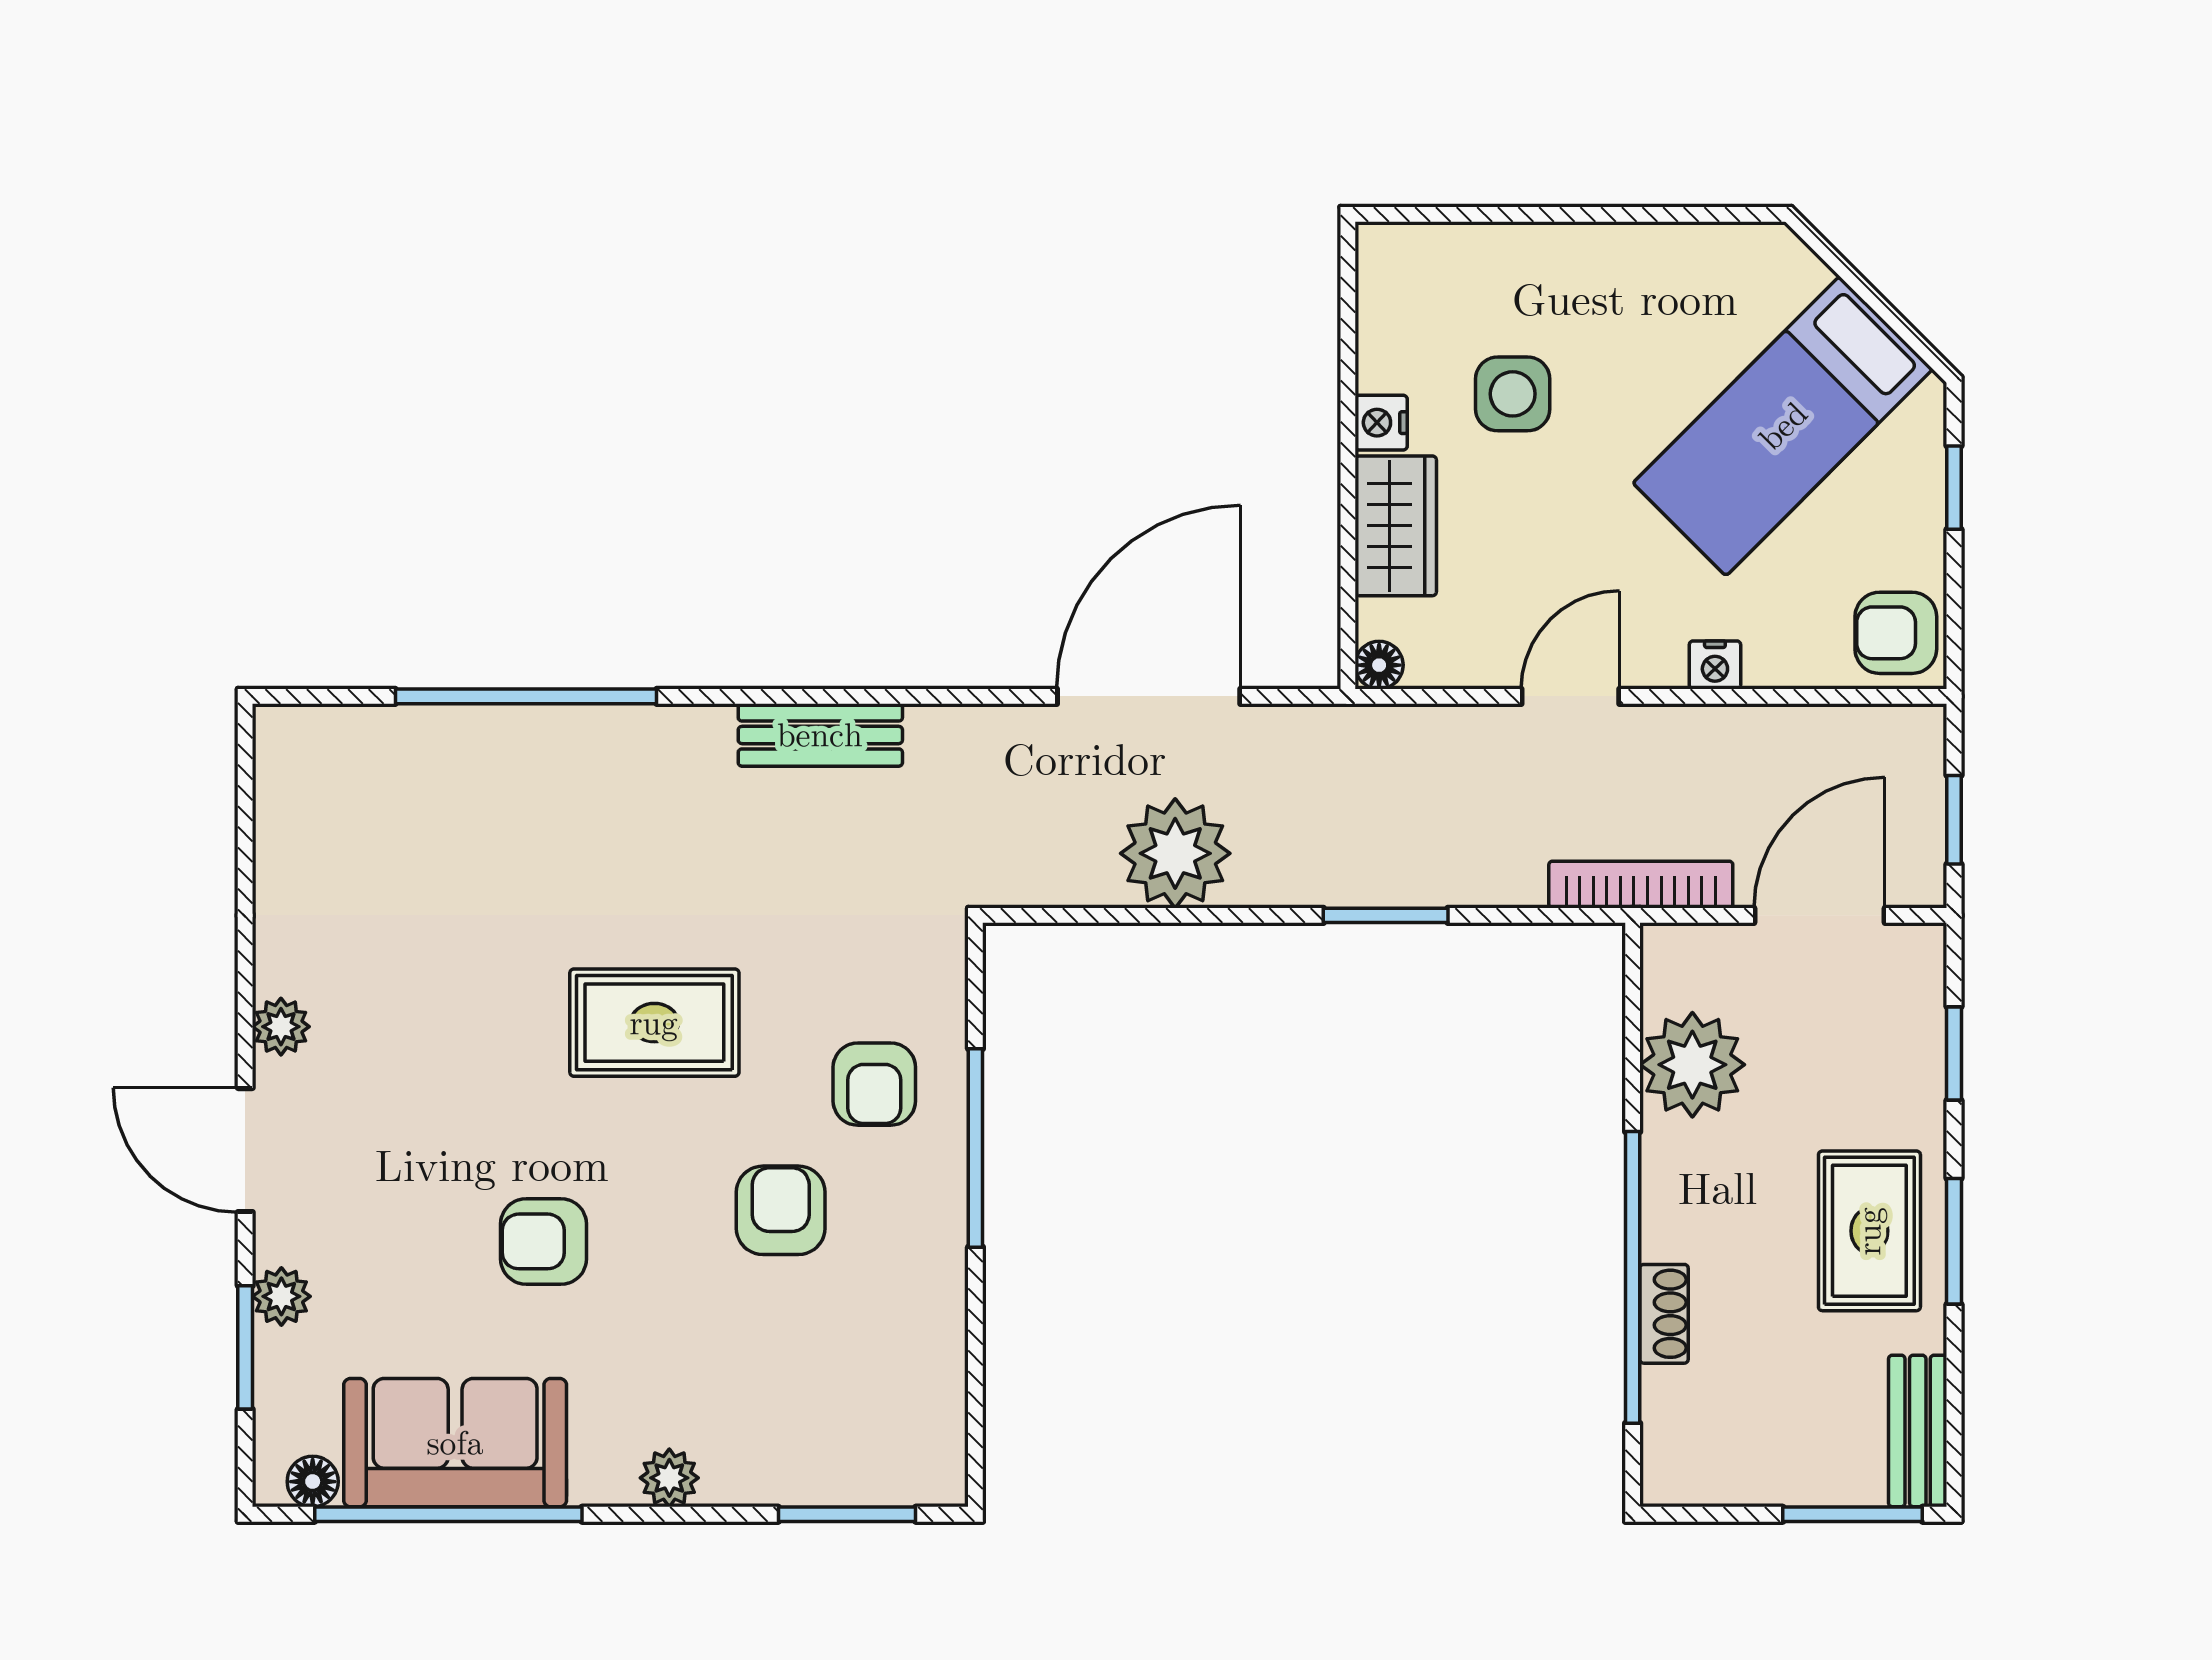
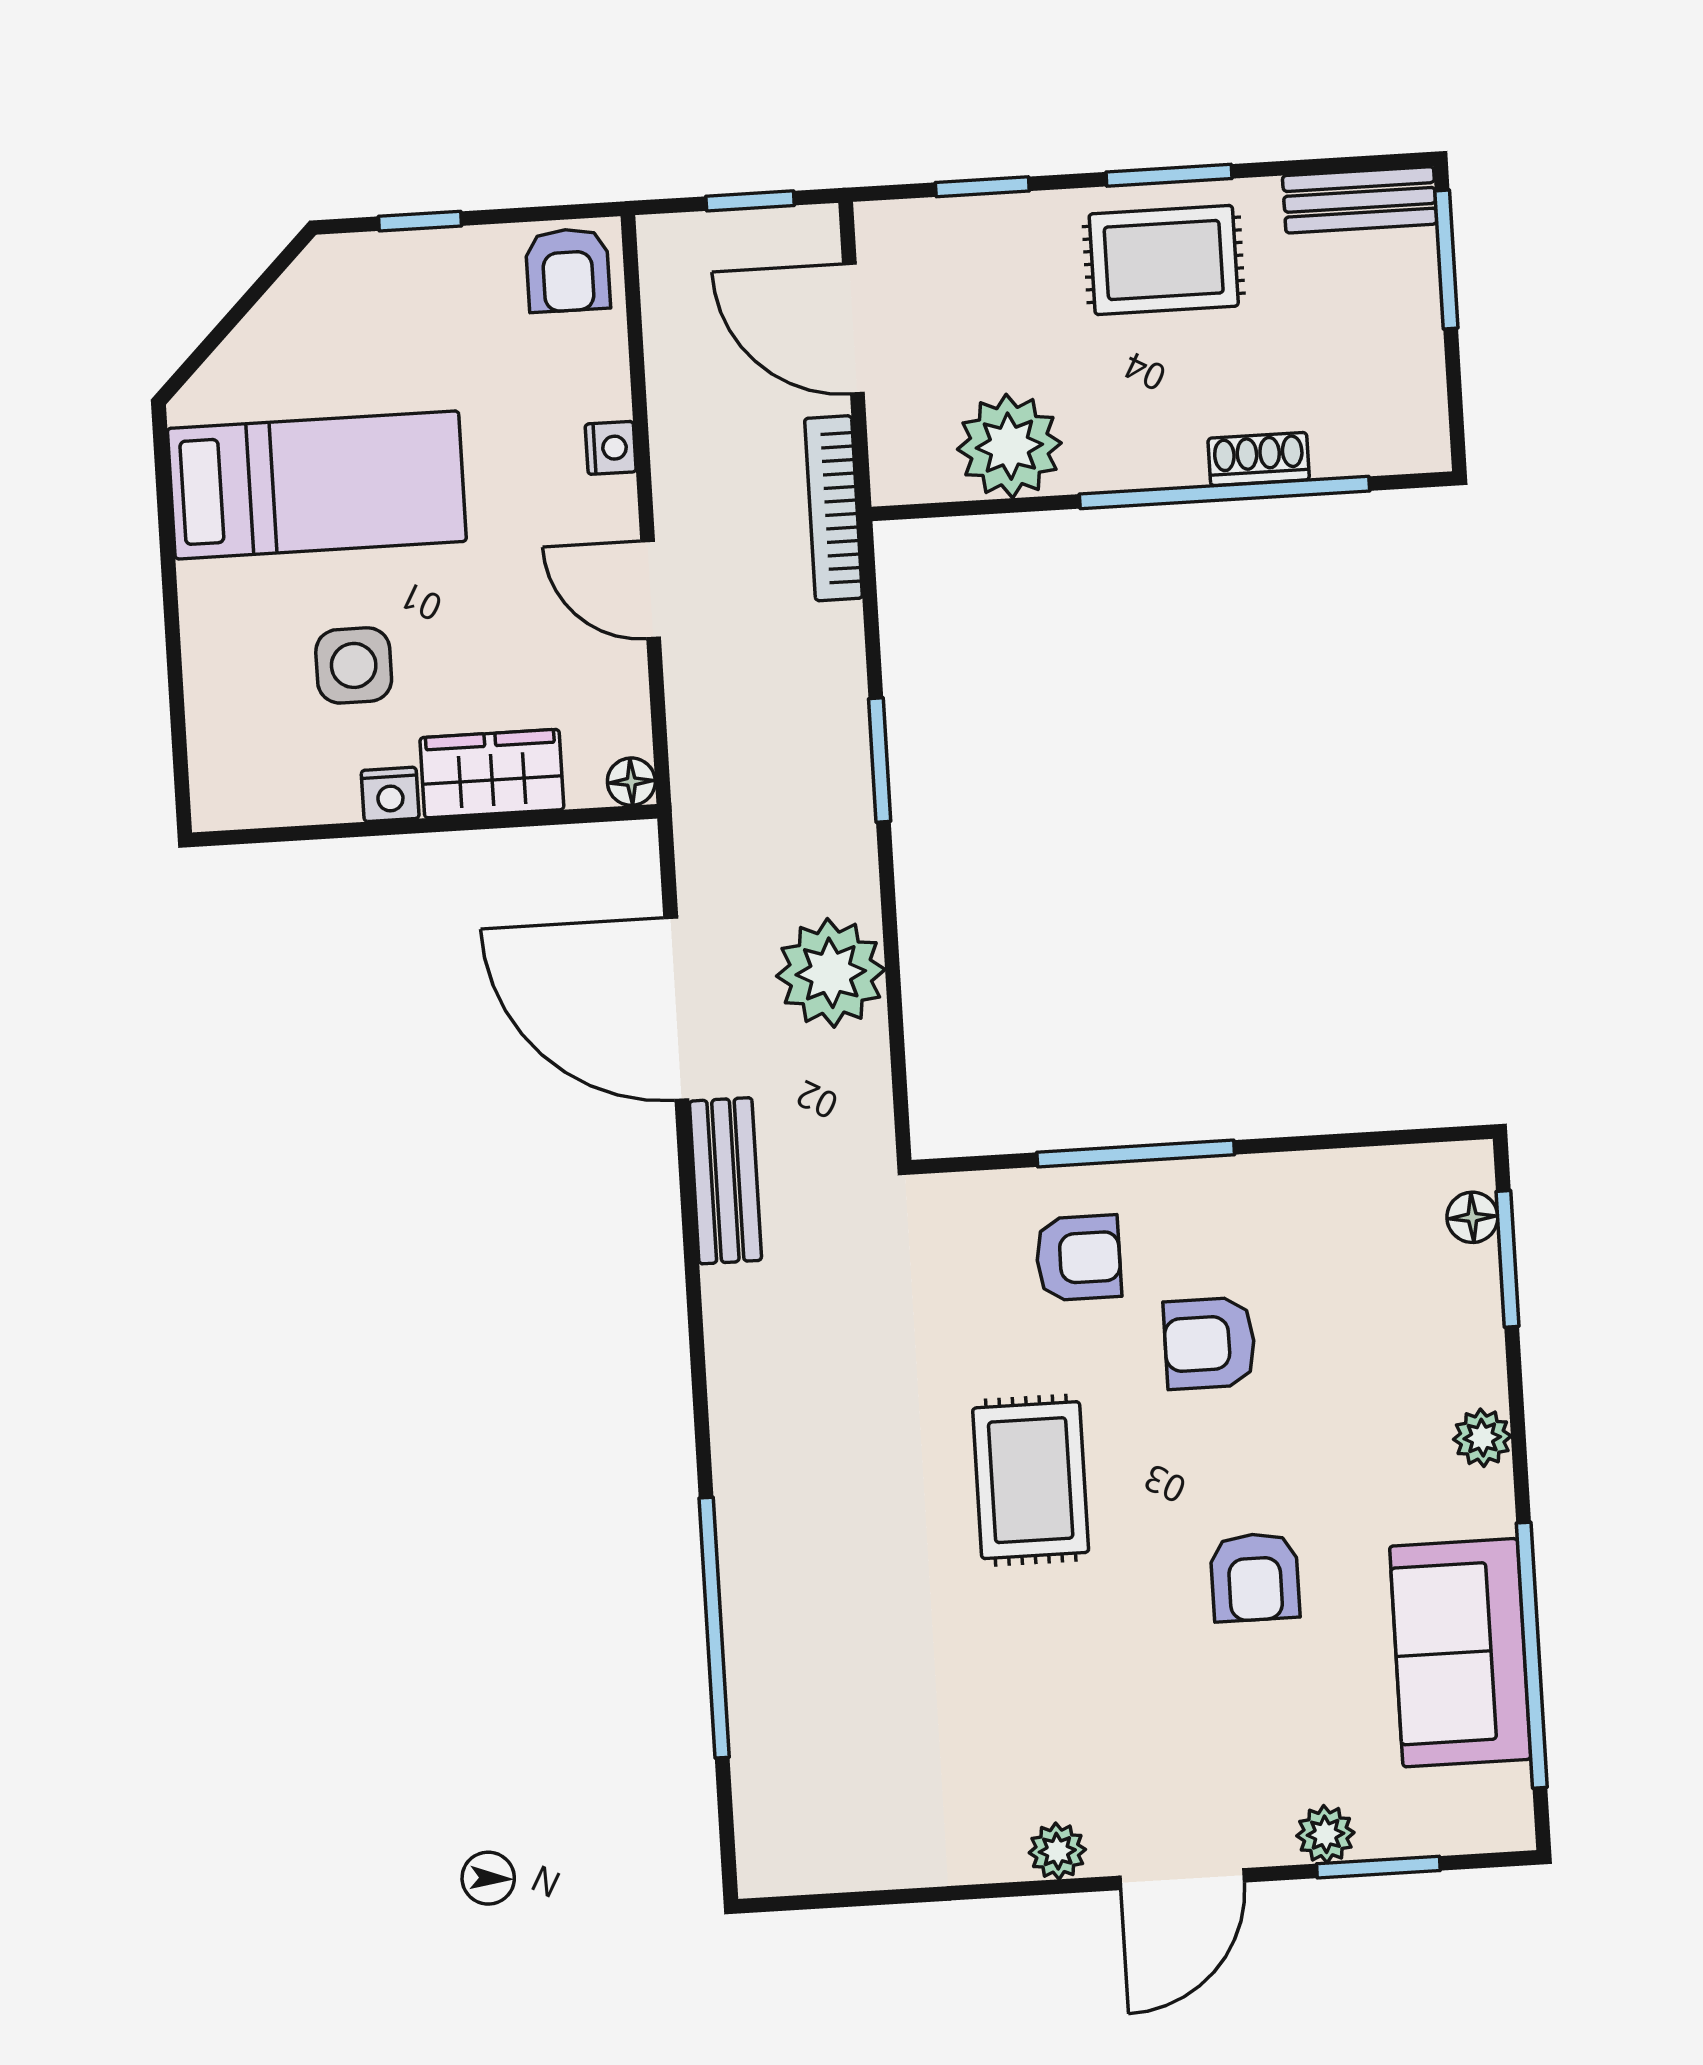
bed: (1783, 426) -> (317, 485), moved, turned -45
bench: (820, 735) -> (725, 1181), moved
floor lamp: (313, 1482) -> (1472, 1217), moved

